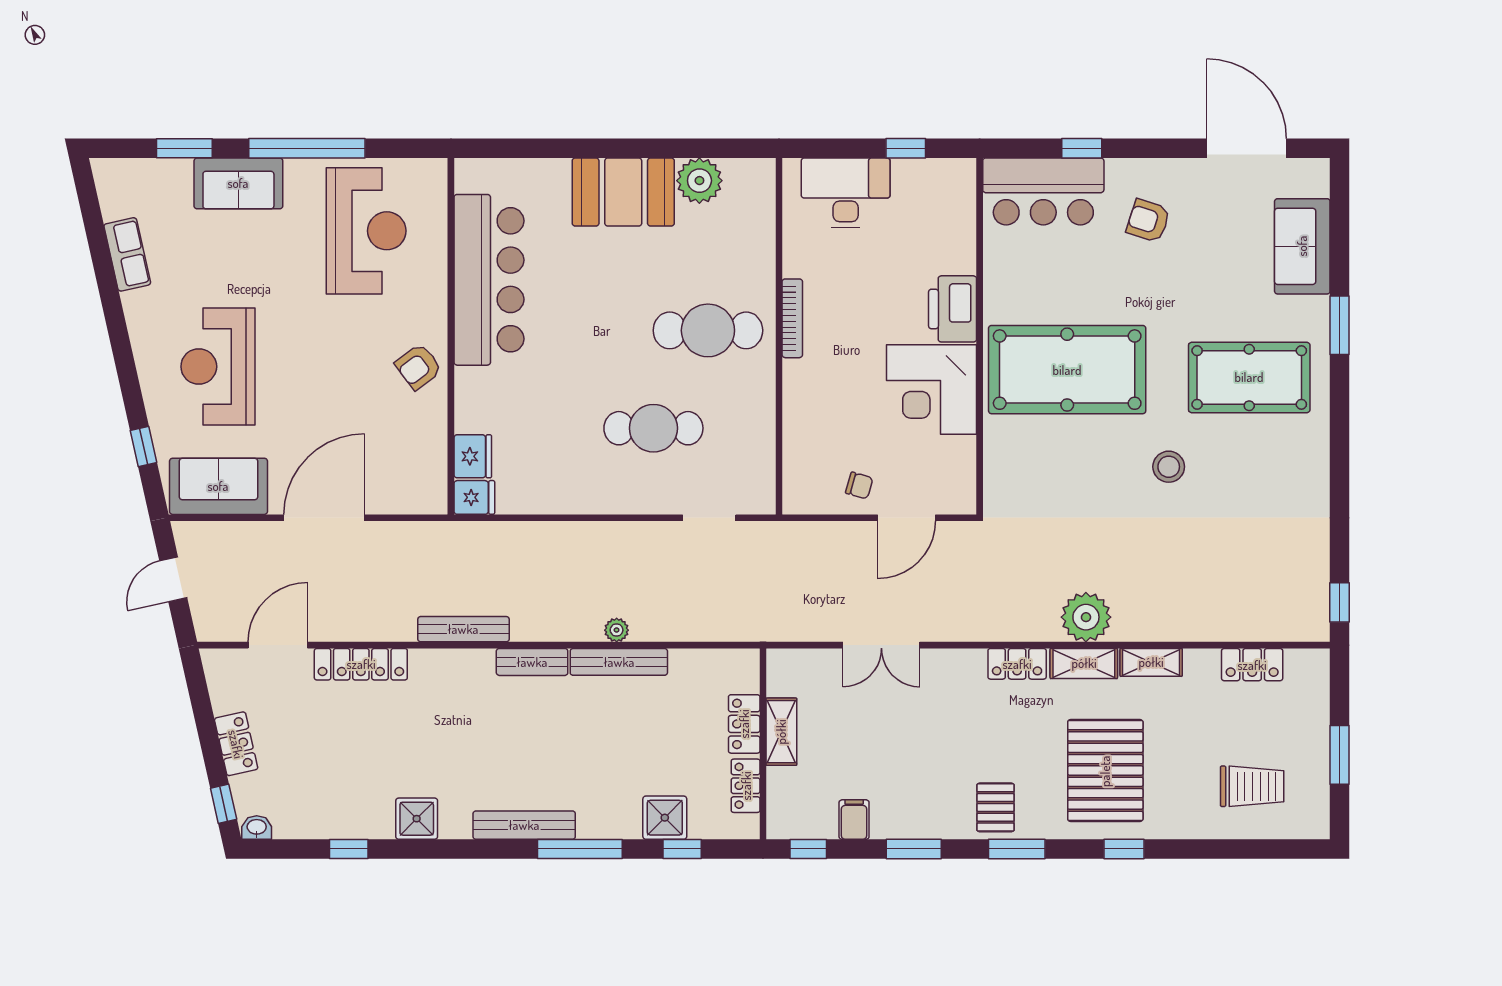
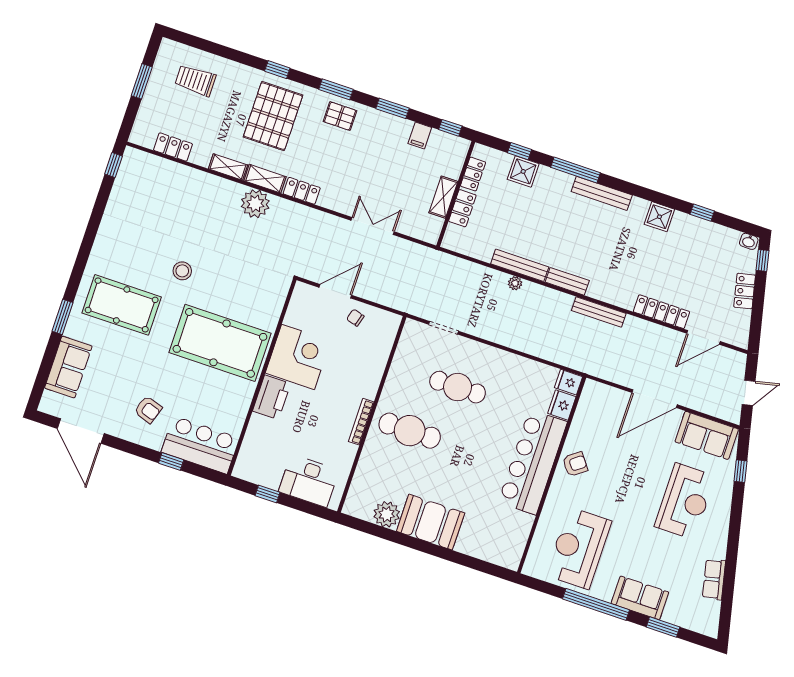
bar counter: (489, 280) -> (533, 462), moved
pallet: (996, 807) -> (340, 116), turned 90

